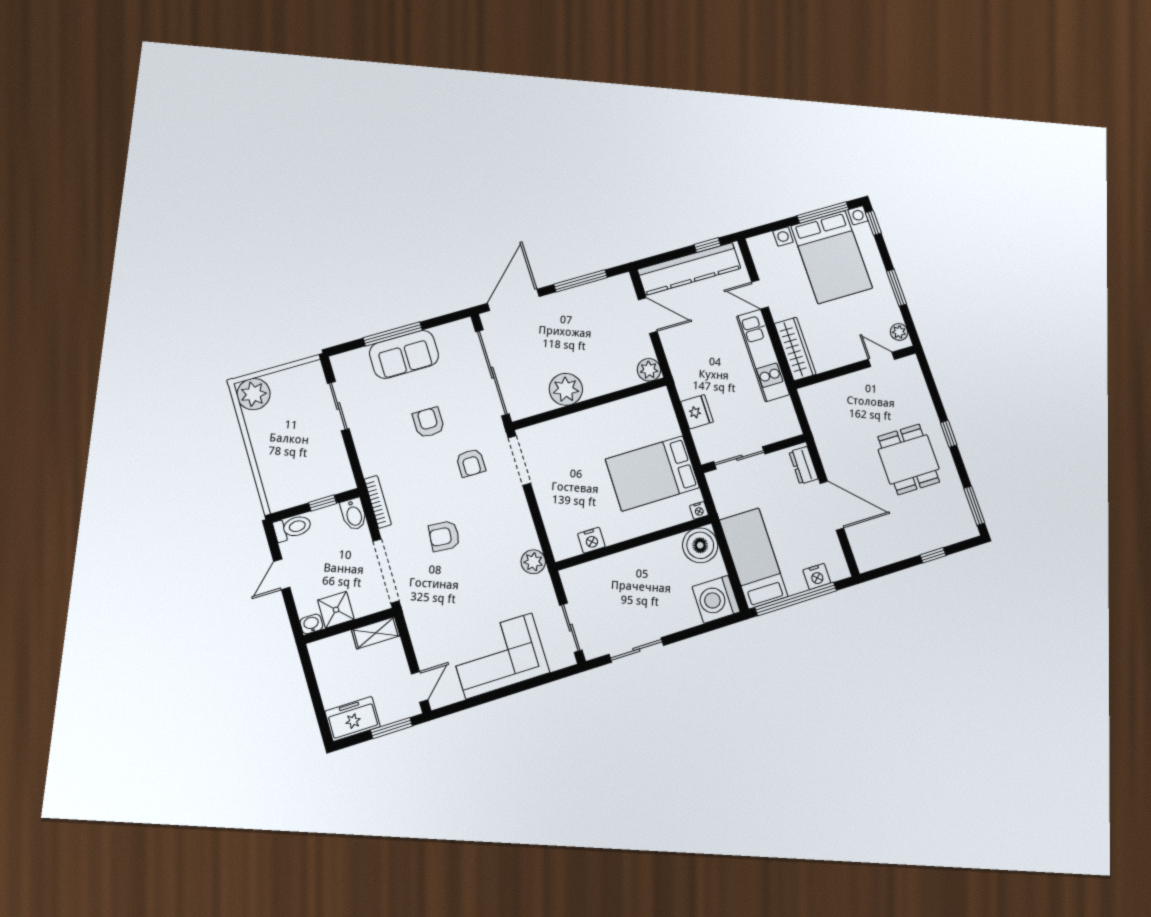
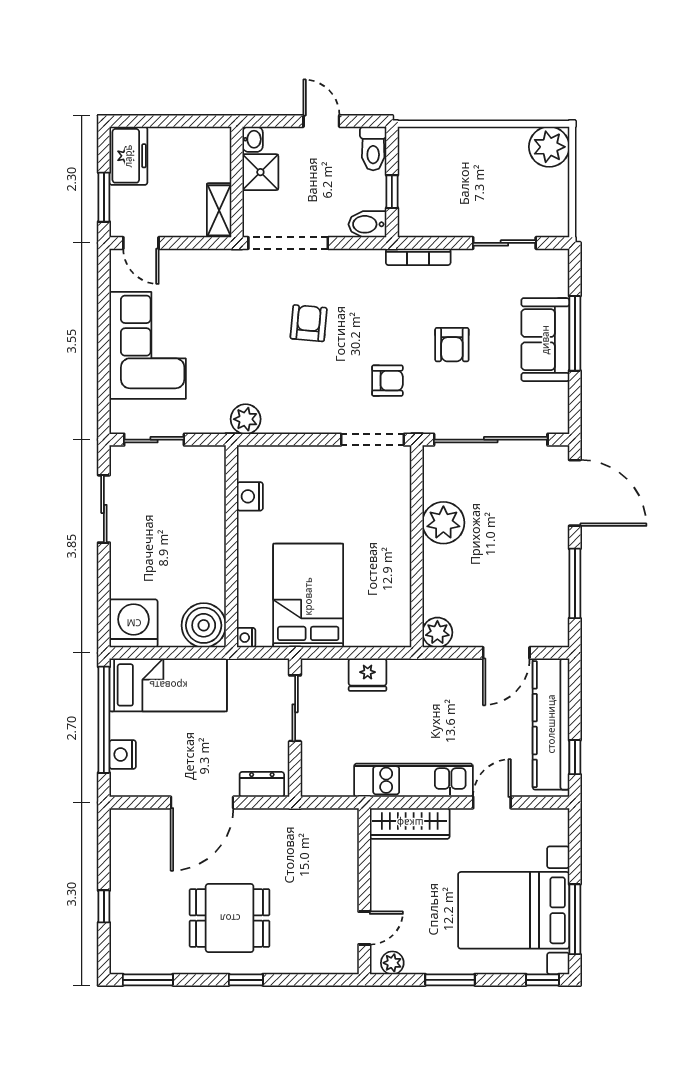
armchair: (428, 423) -> (452, 345), turned 90
armchair: (471, 463) -> (387, 381), turned 180
bookcase: (378, 502) -> (418, 257), moved

